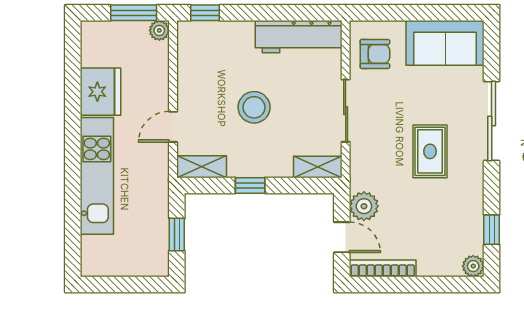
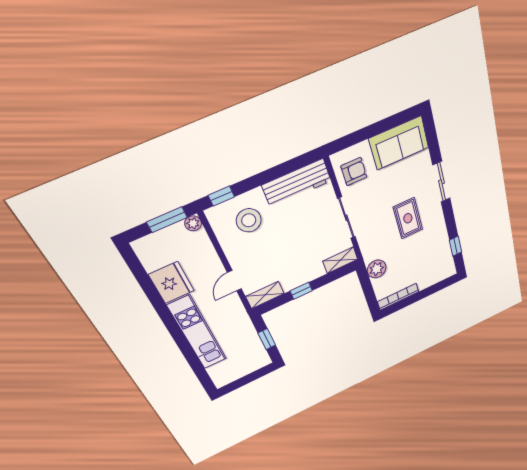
stool: (254, 107) -> (249, 220), moved
sliding door: (492, 121) -> (441, 182), width x0.73
door: (342, 237) -> (369, 292), removed
plant: (473, 266) -> (450, 271), removed

